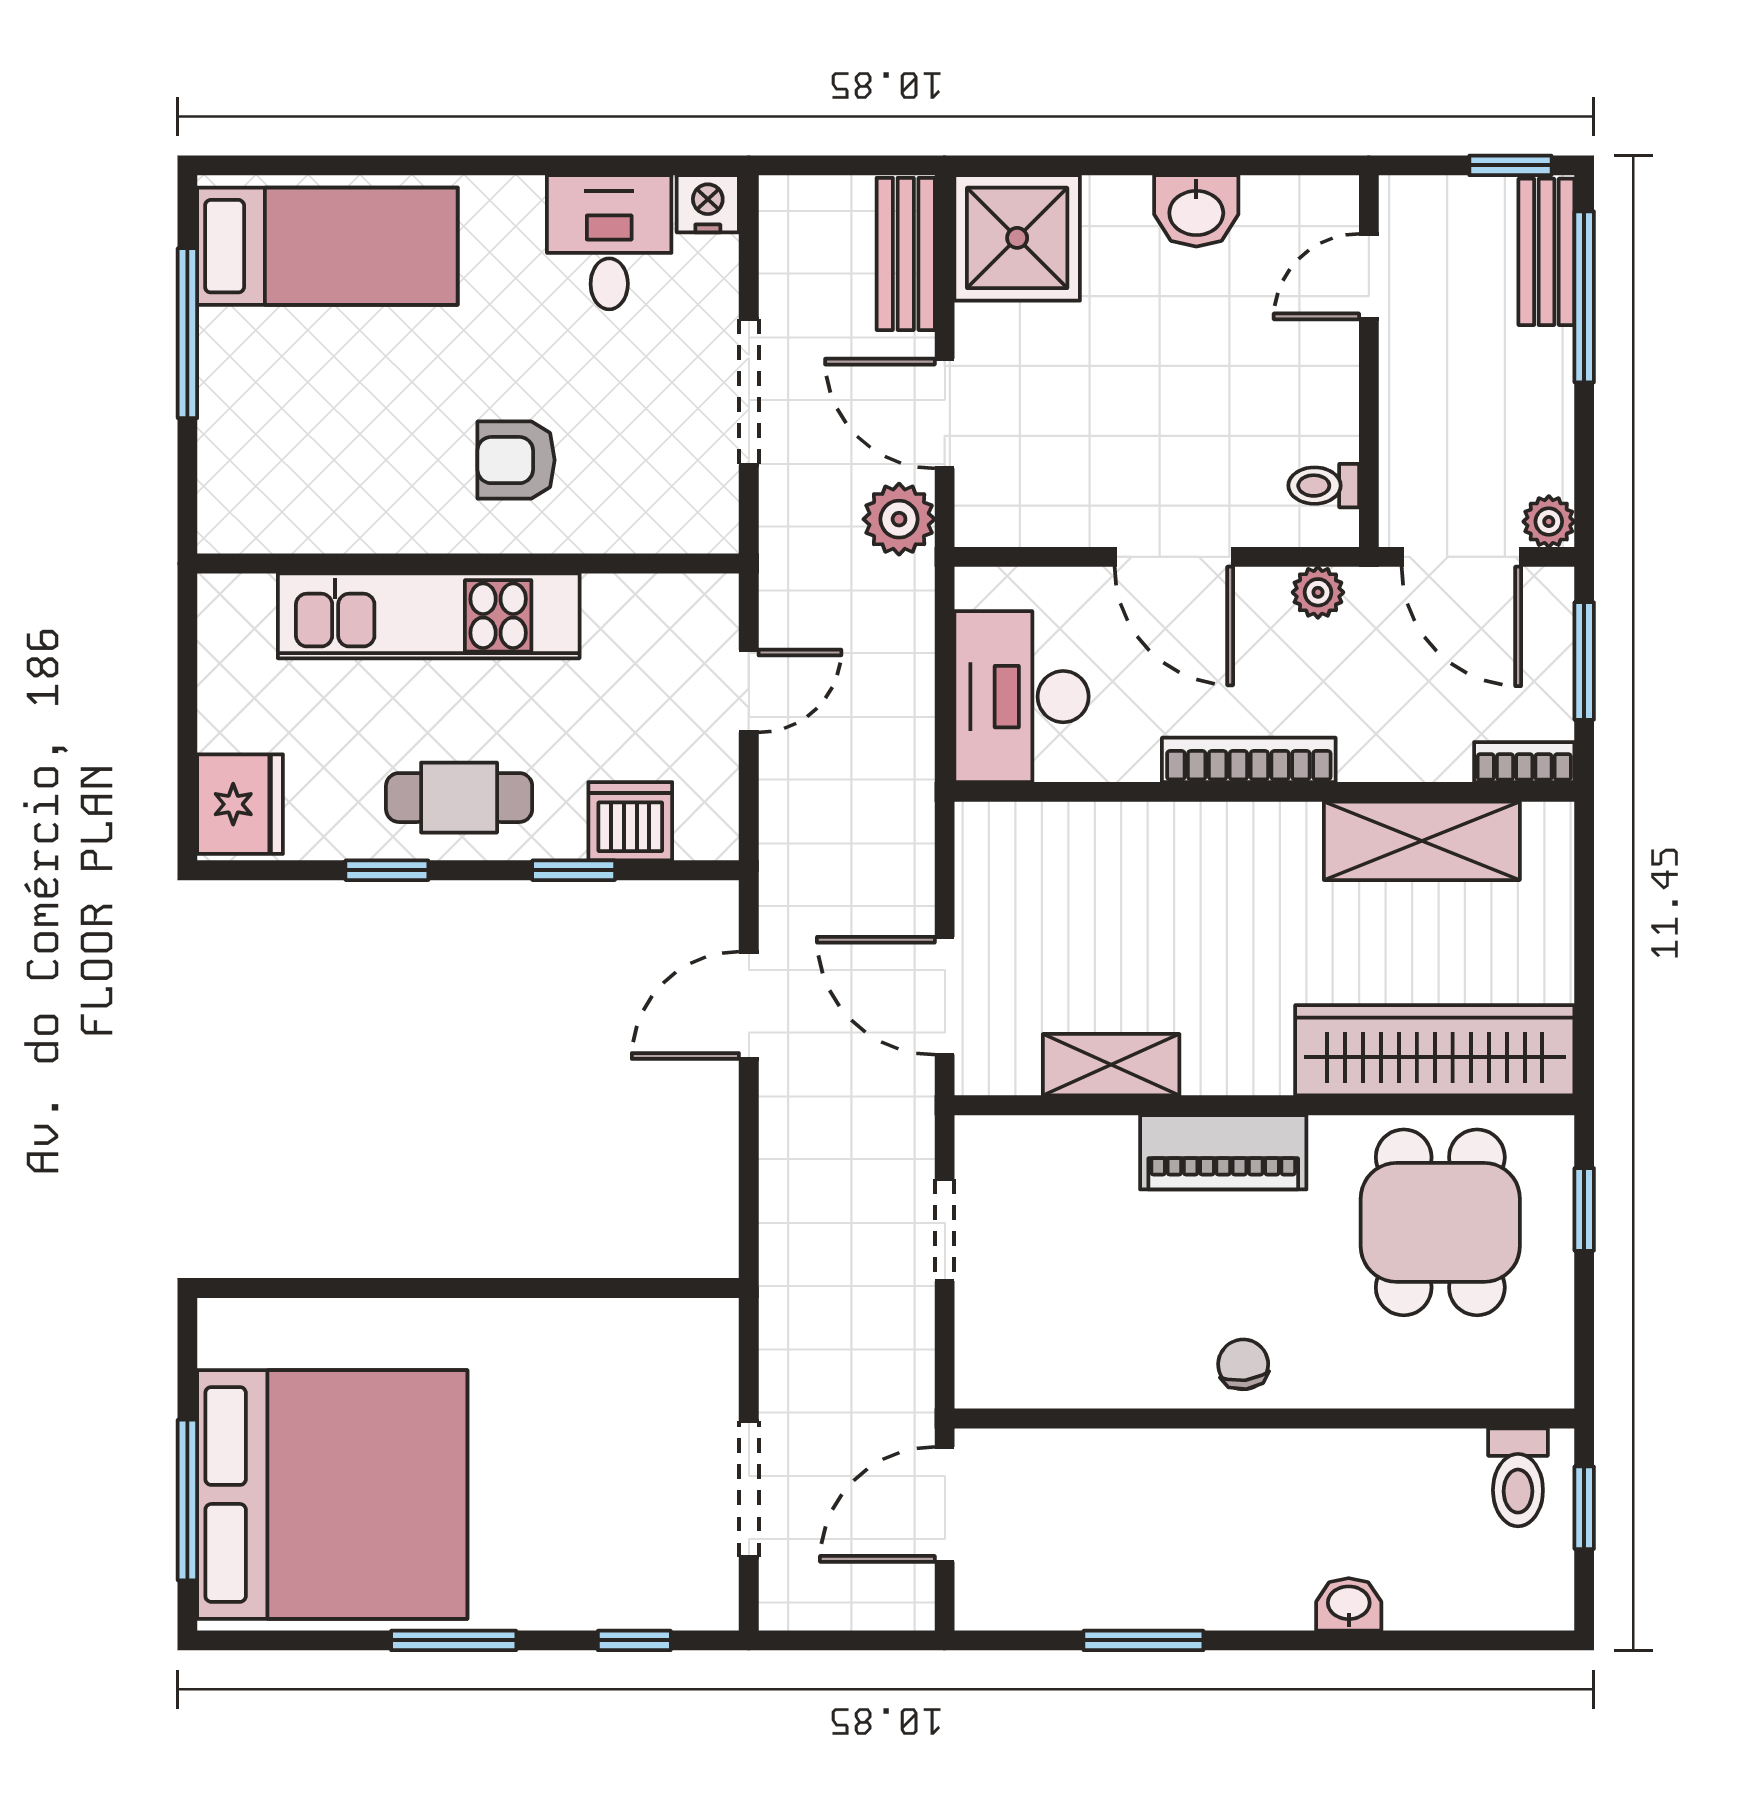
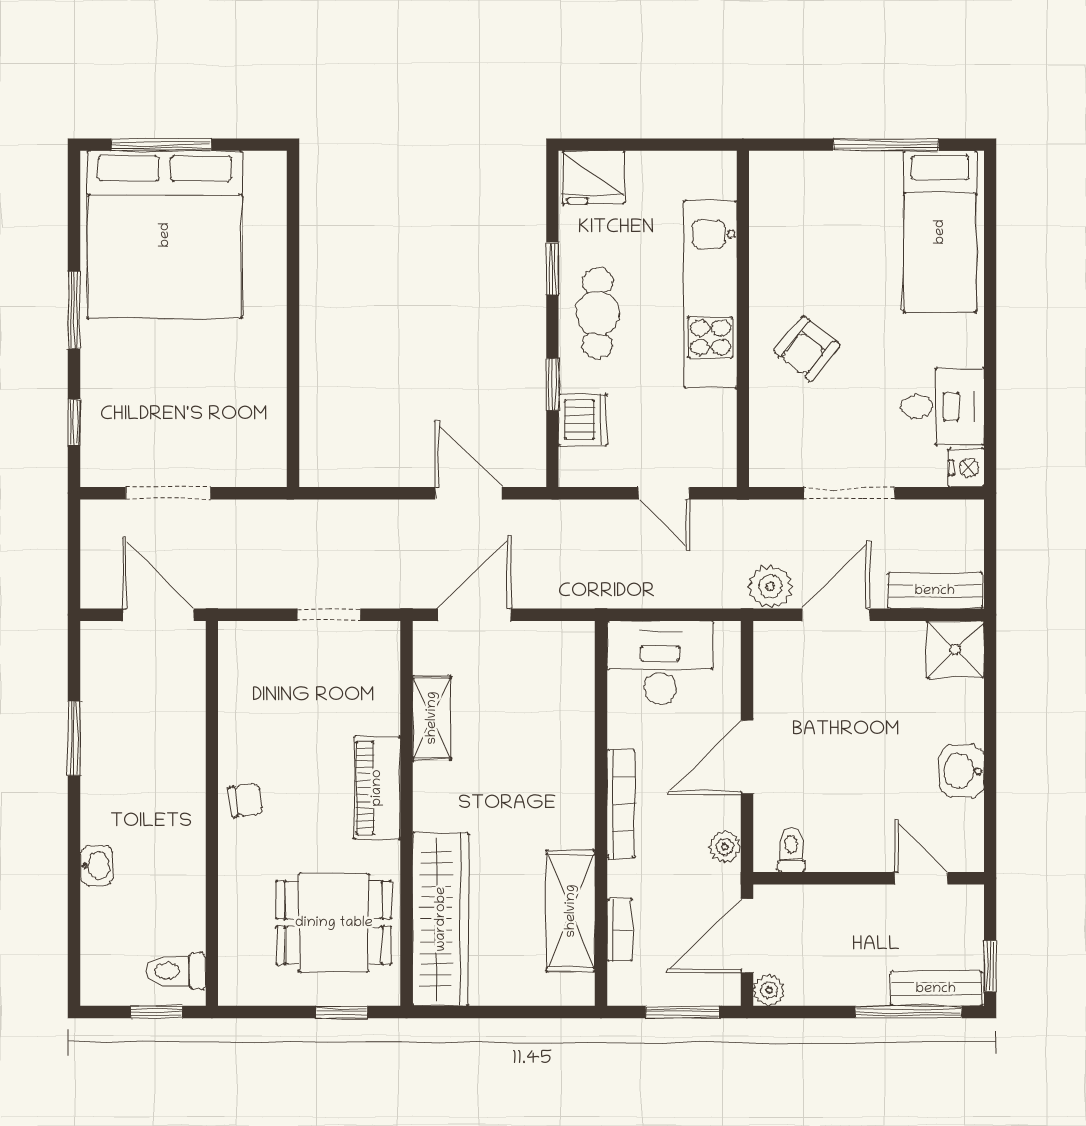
shower: (1017, 238) -> (955, 649), width x0.73, depth x0.73
armchair: (516, 460) -> (807, 349), turned -141
bookcase: (1524, 762) -> (620, 930), moved

